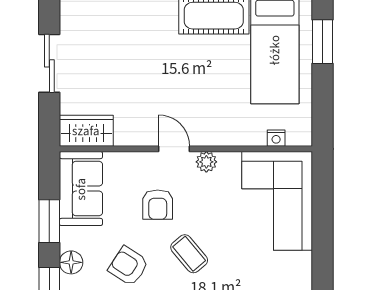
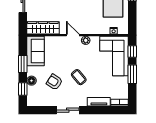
wardrobe: (86, 131) -> (43, 28), width x1.50
window: (323, 190) -> (132, 51), added
armchair: (158, 205) -> (66, 57), removed
window: (323, 246) -> (132, 74), added

